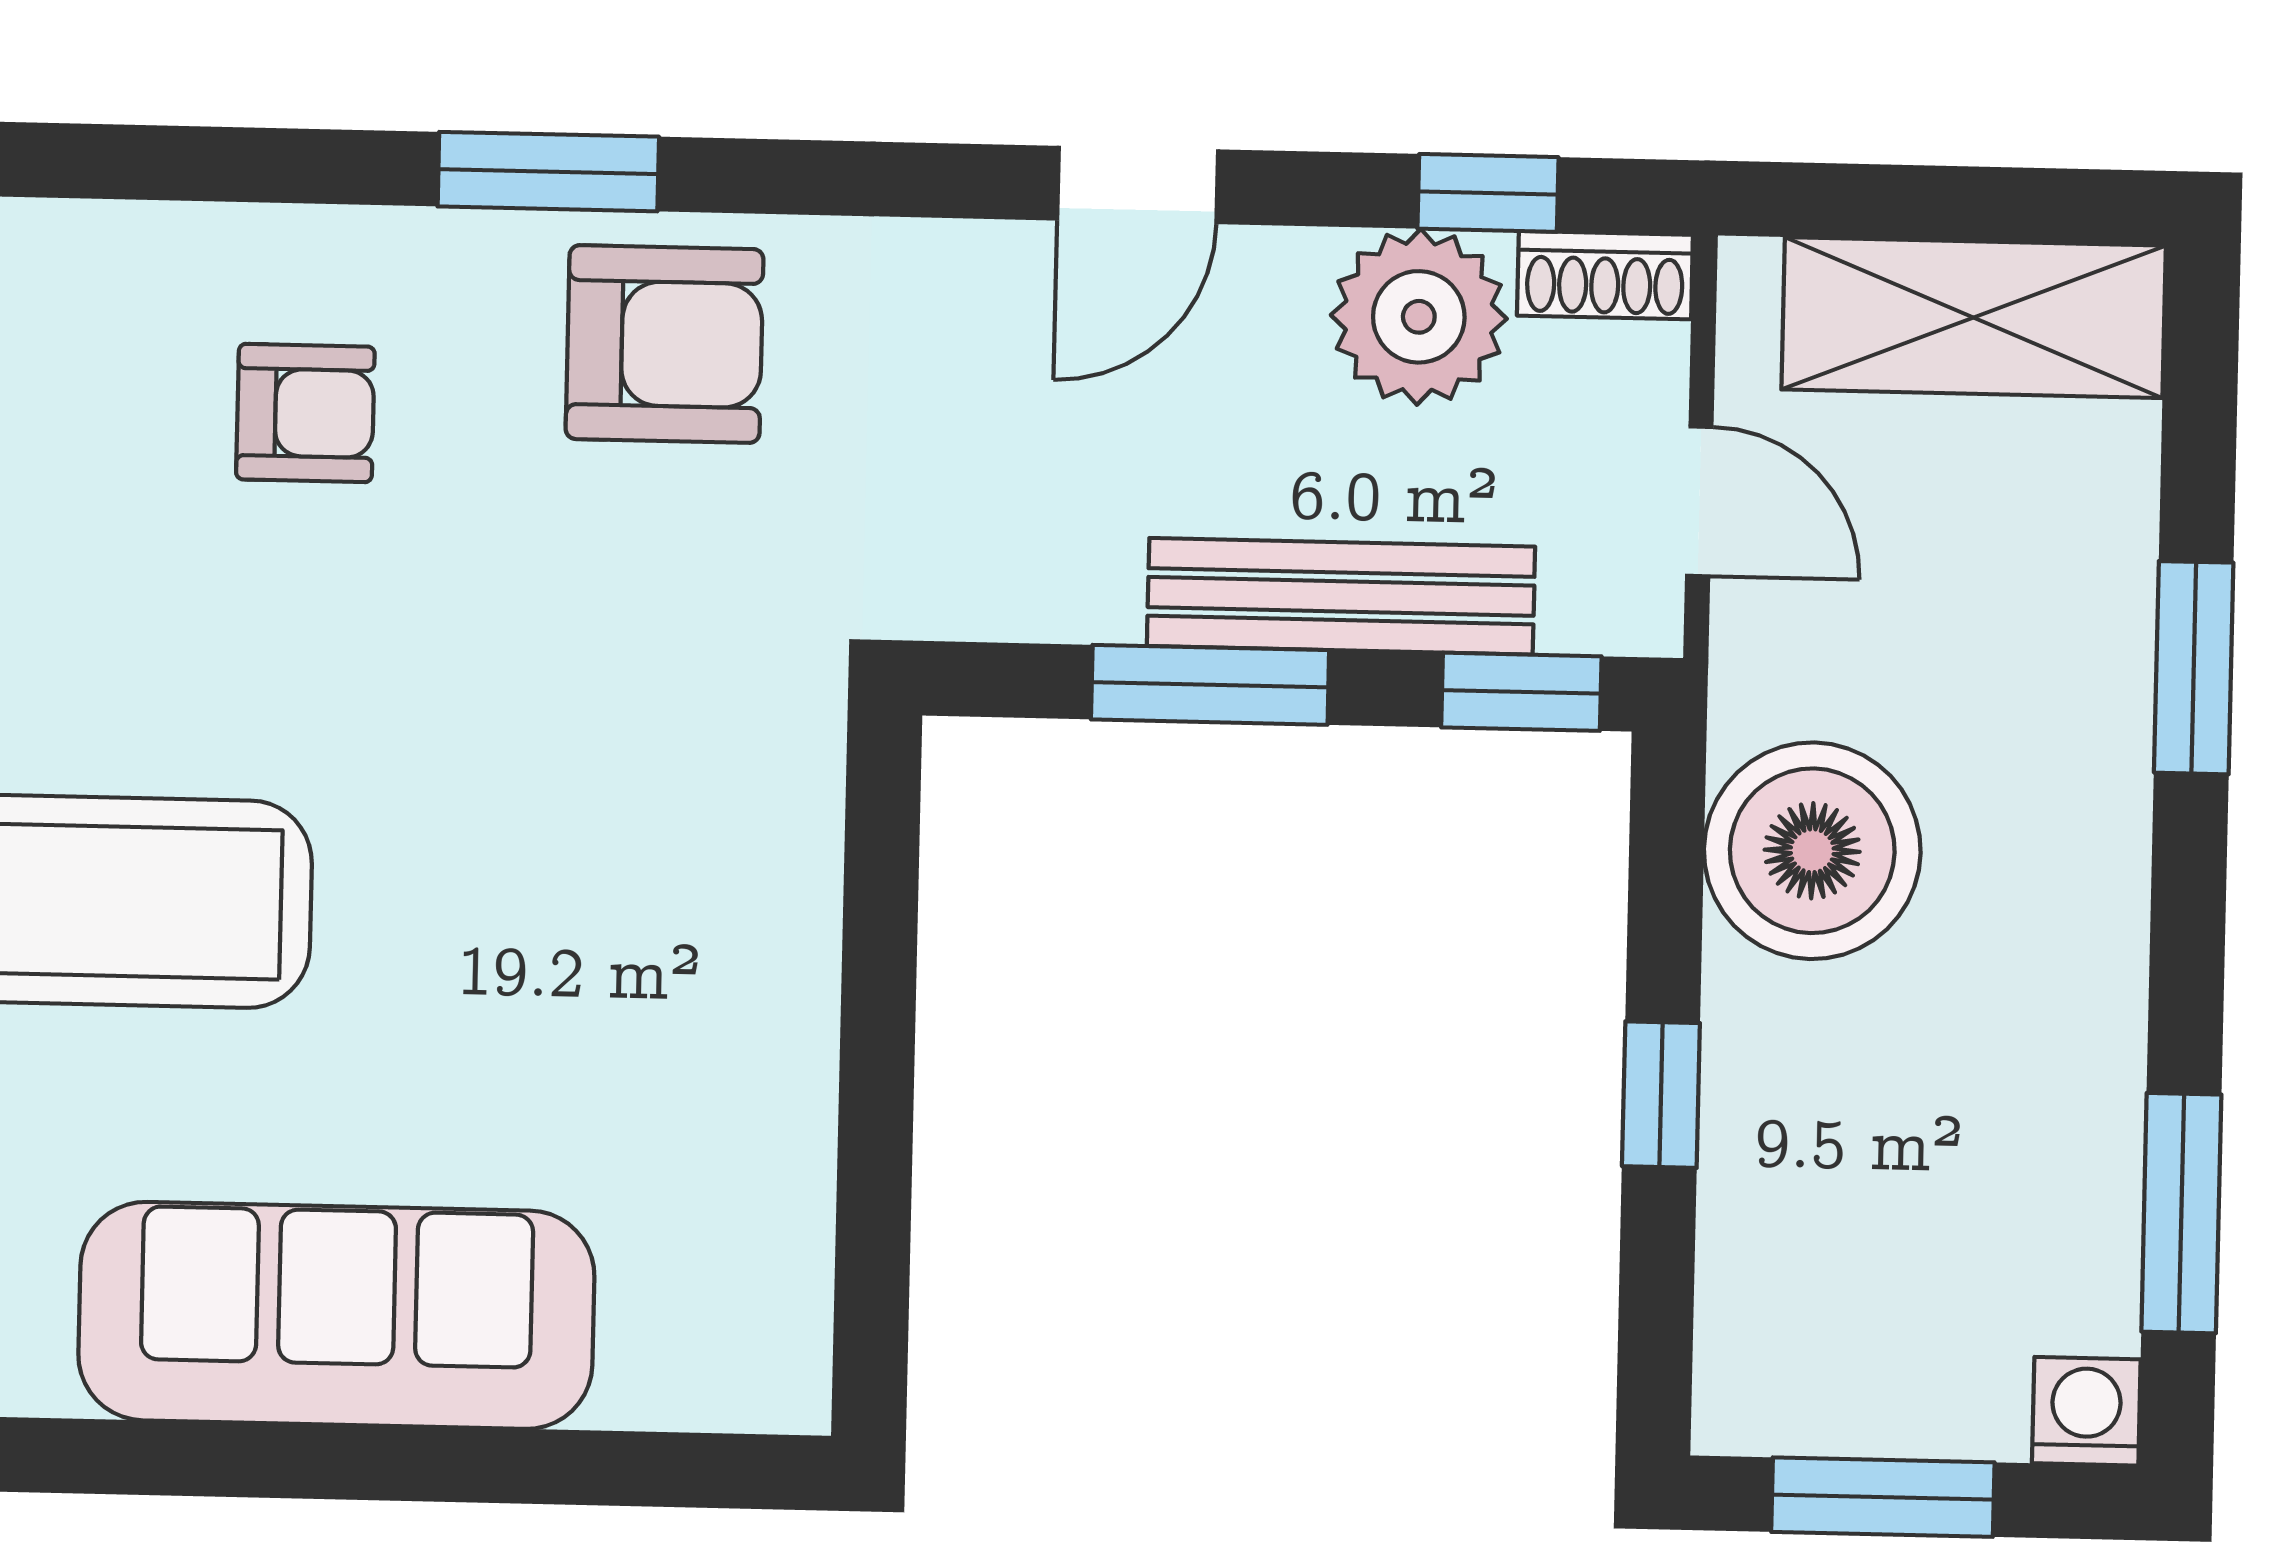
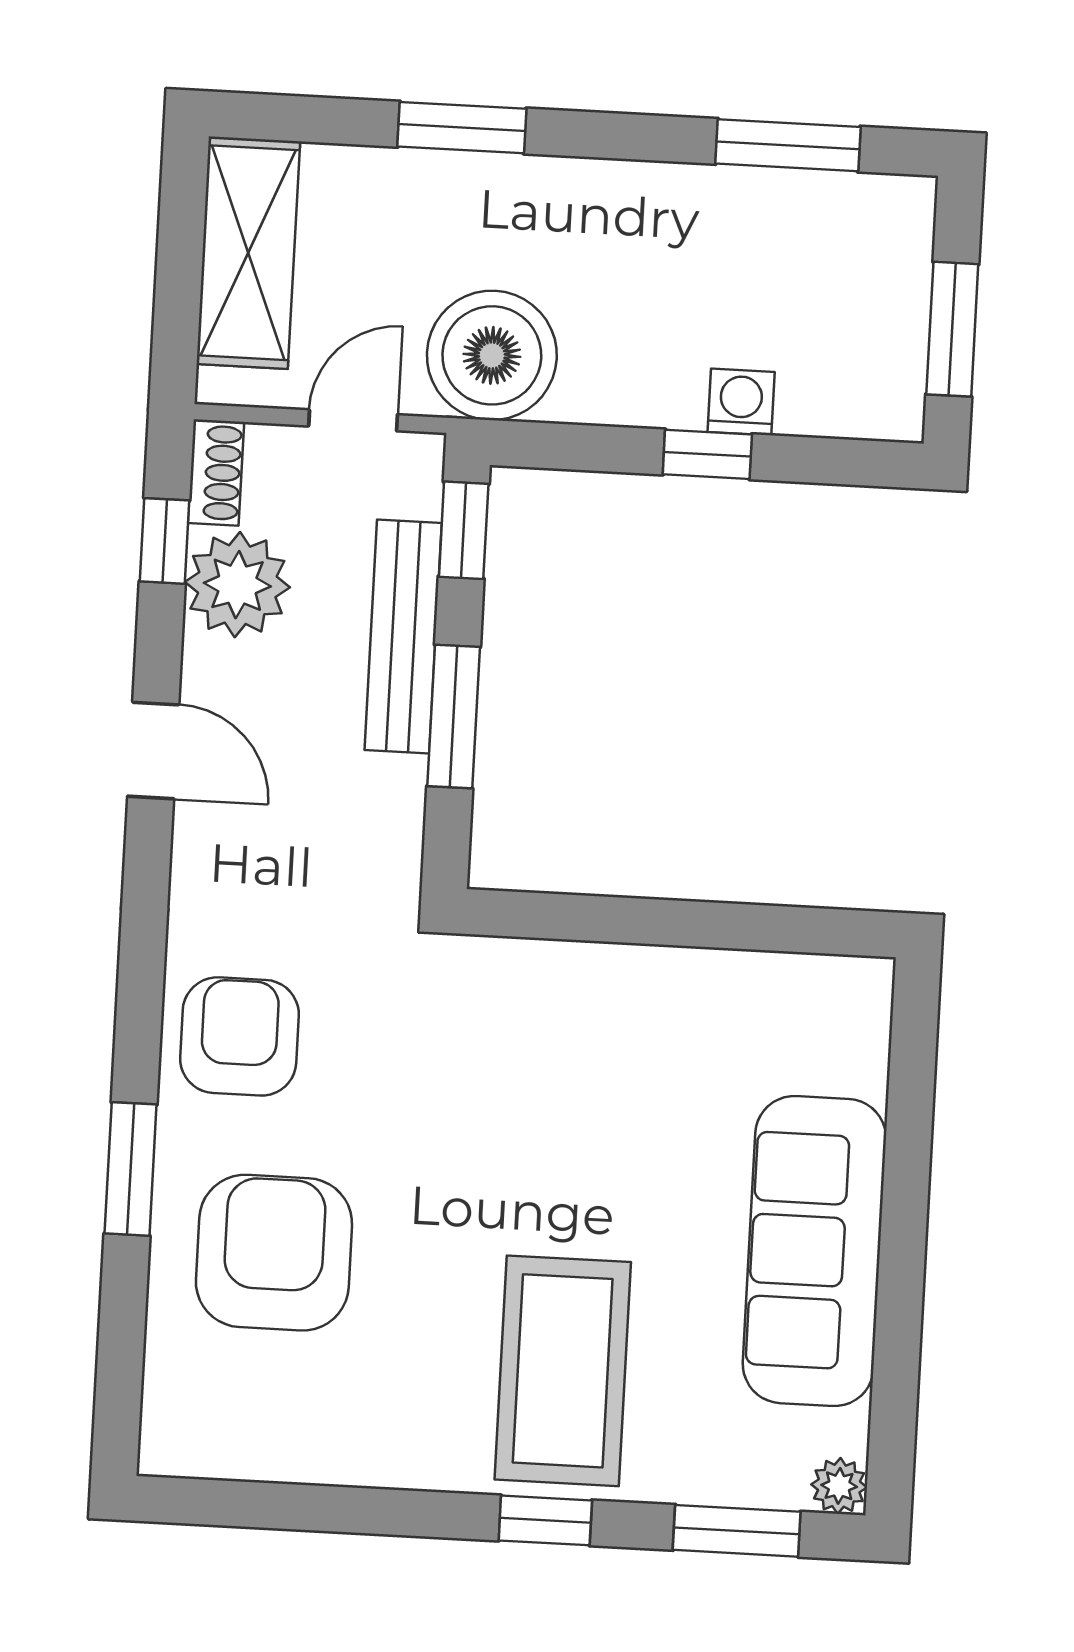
window: (548, 172) -> (131, 1169), moved
armchair: (305, 413) -> (274, 1253), width x1.88, depth x1.88
boiler: (1812, 851) -> (492, 355), moved
washing machine: (2086, 1411) -> (741, 402), moved, turned 90

